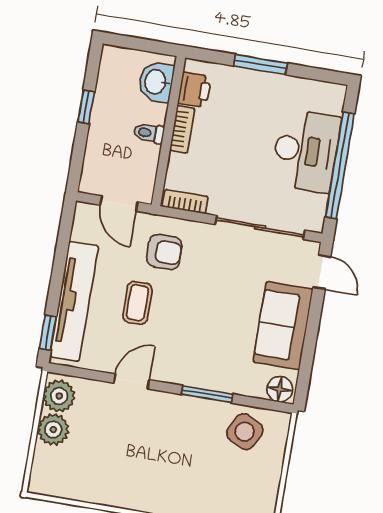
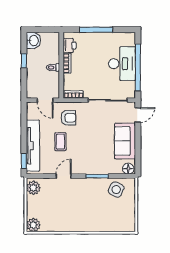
window: (261, 64) -> (96, 30), width x1.44
washbasin: (156, 82) -> (33, 40), moved, turned 180
door: (322, 272) -> (138, 115), hinge flipped
plant: (53, 430) -> (33, 225), moved

